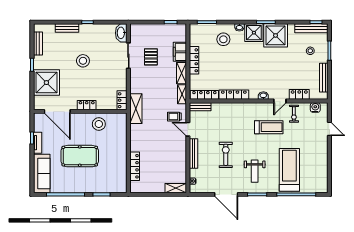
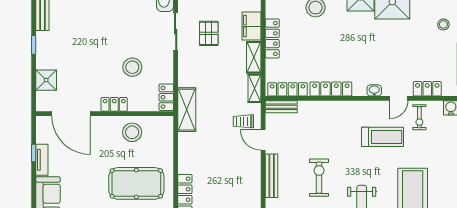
stool: (83, 61) -> (132, 67), moved
shower: (46, 83) -> (46, 80), width x0.54, depth x0.54
pool table: (80, 156) -> (136, 183), moved

